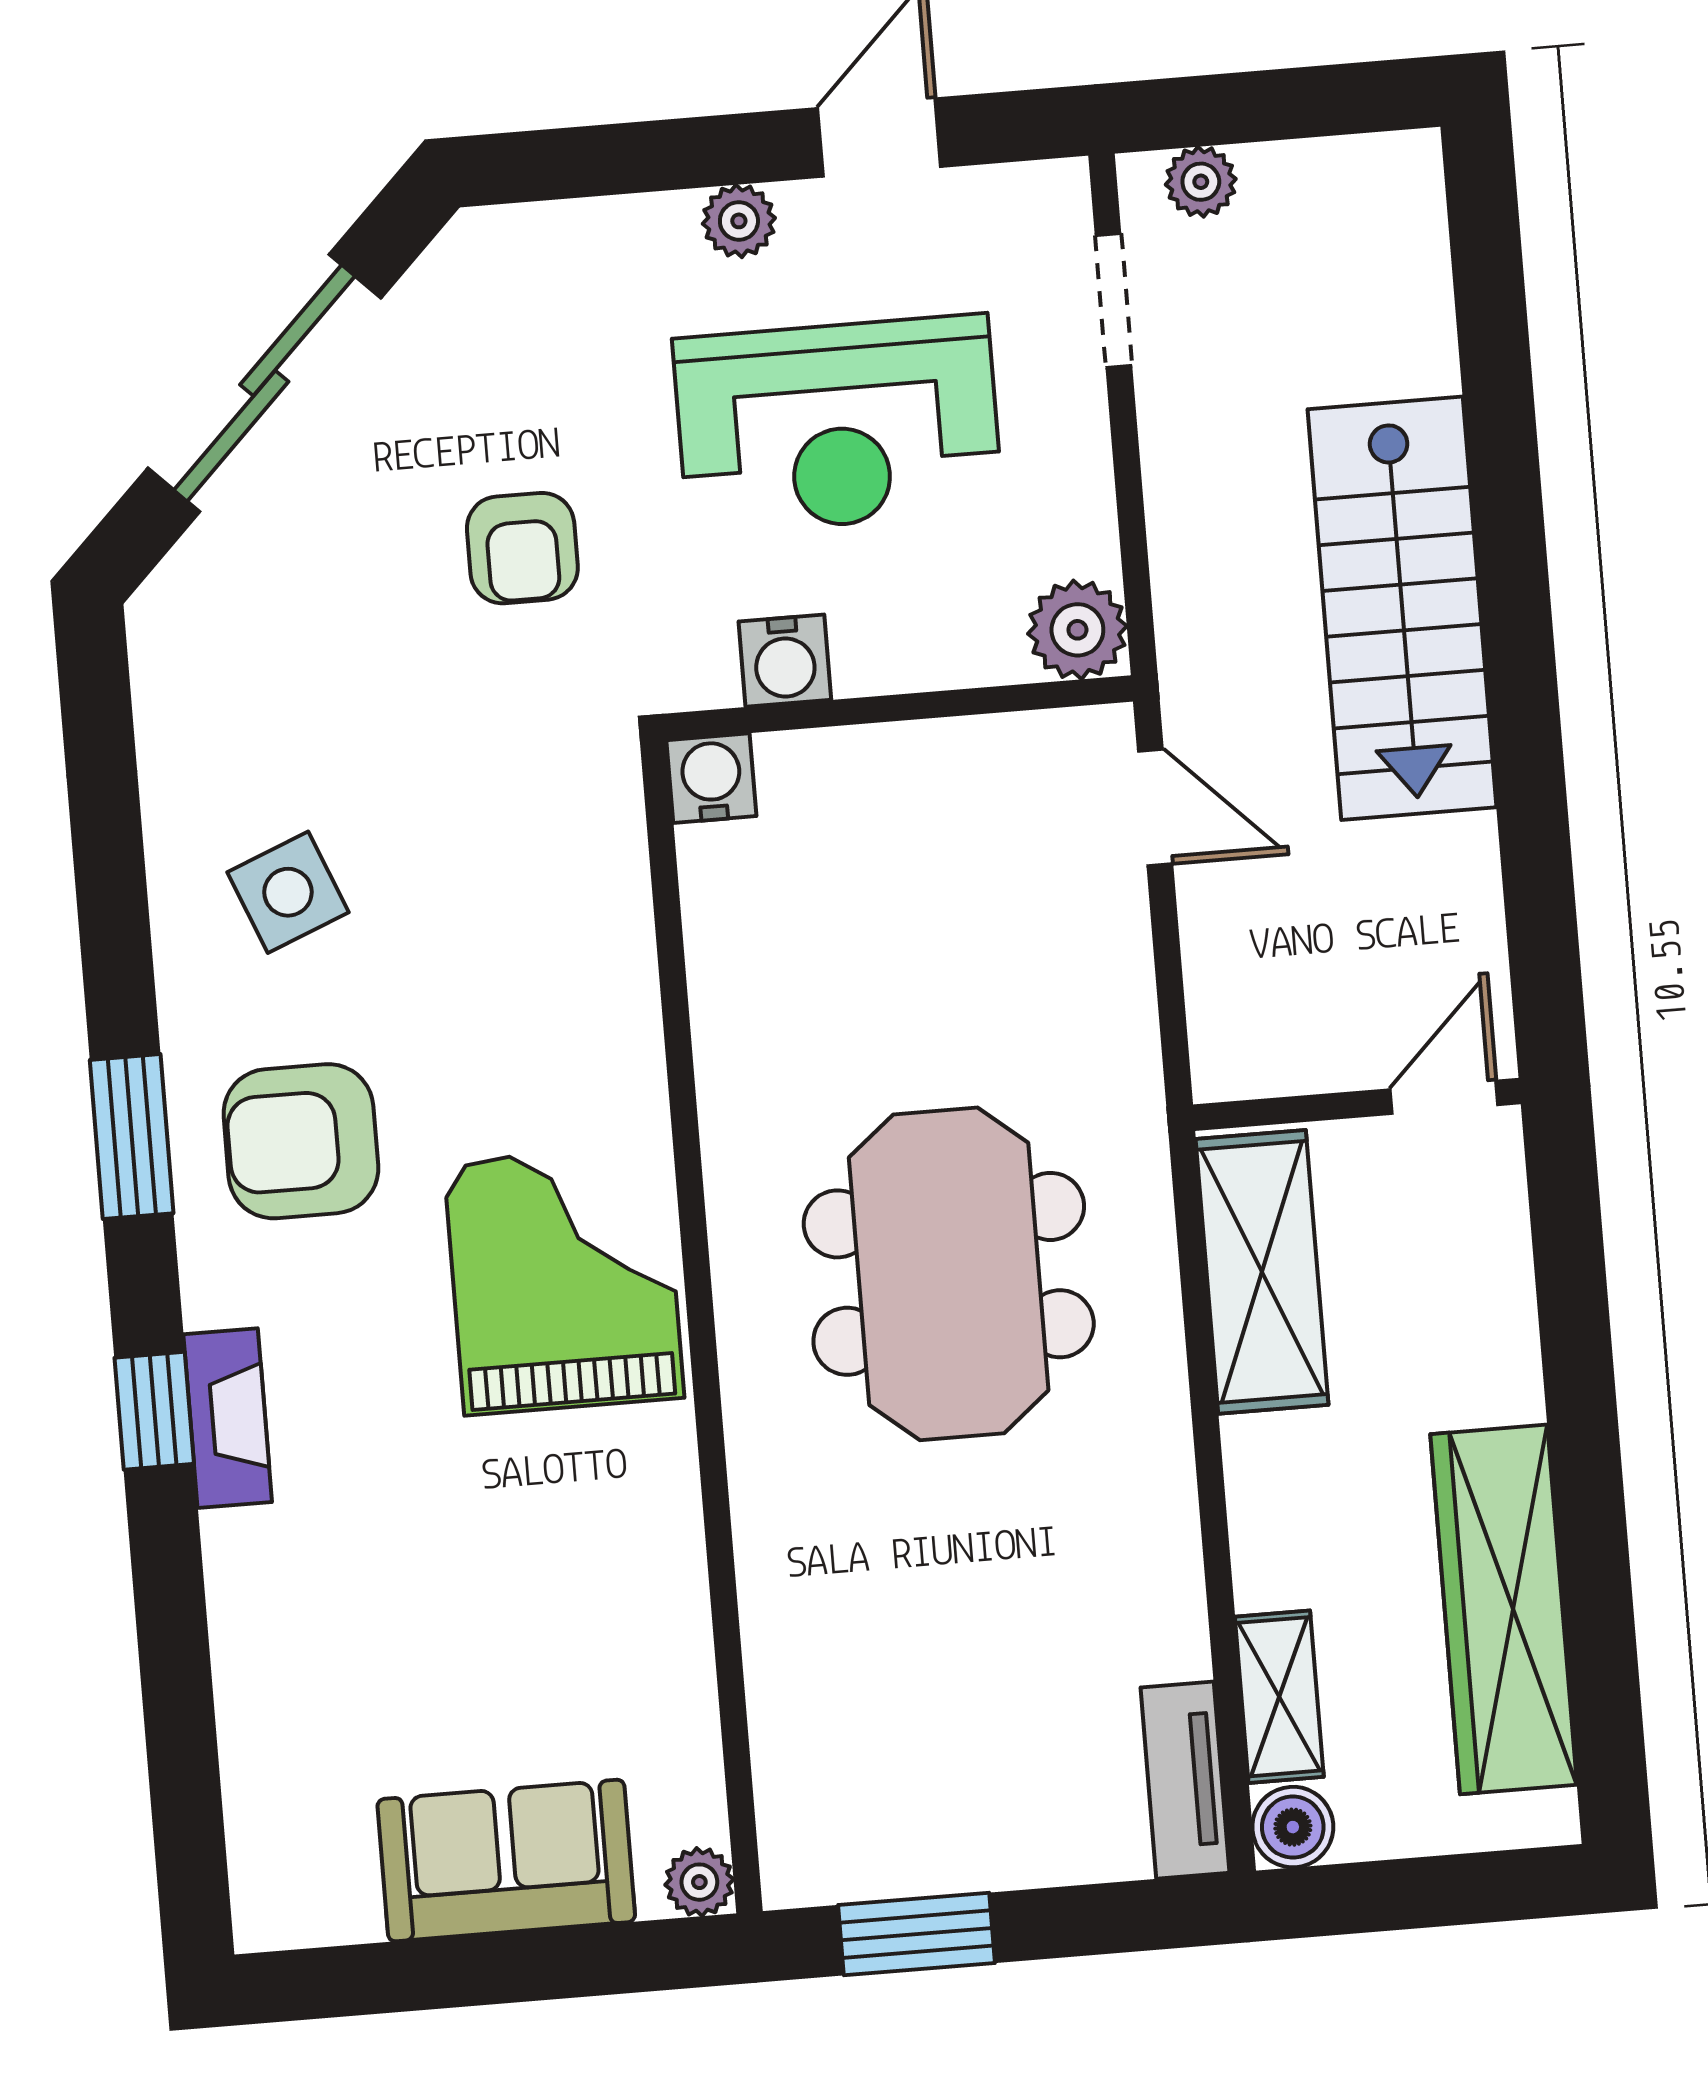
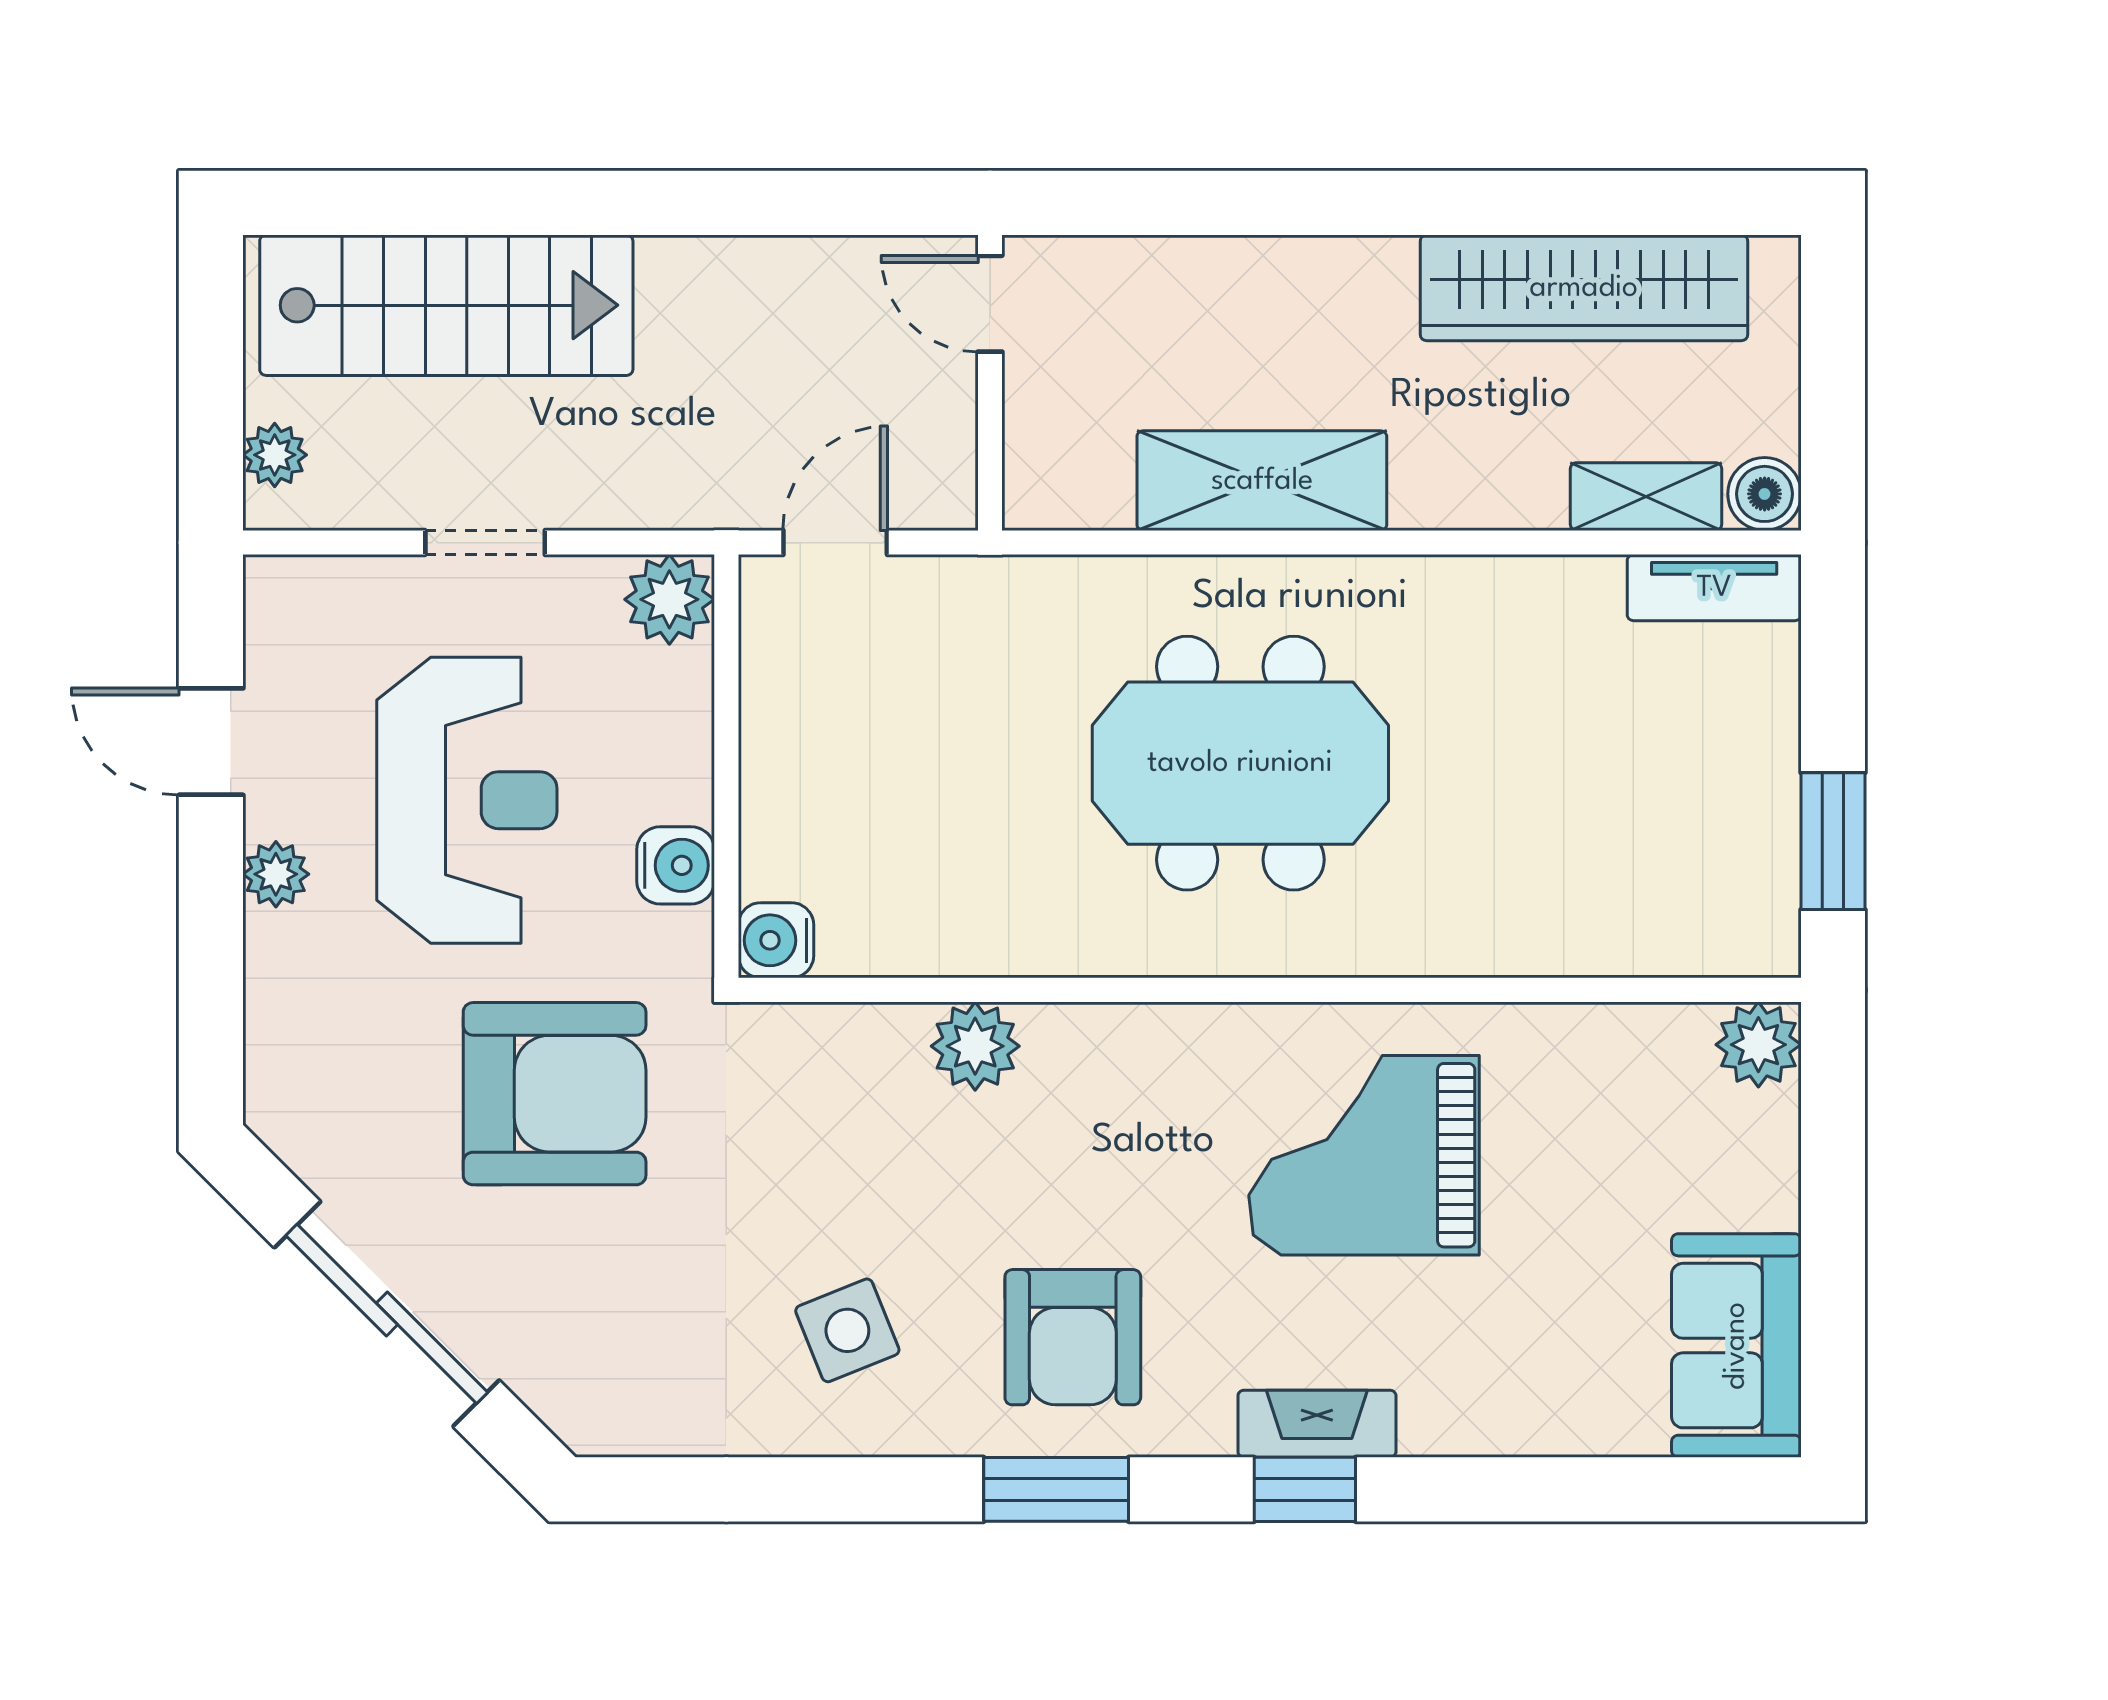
doorway: (1113, 301) -> (485, 543), moved
armchair: (522, 548) -> (555, 1094), width x1.88, depth x1.88
stairs: (1402, 608) -> (446, 305), moved
plant: (613, 1007) -> (975, 1046), added
door: (1444, 1097) -> (990, 304), moved
wall: (1357, 1104) -> (990, 383), moved
grand piano: (564, 1280) -> (1364, 1155), moved
sofa: (506, 1861) -> (1736, 1346), moved
plant: (699, 1882) -> (1758, 1045), width x1.38, depth x1.38

